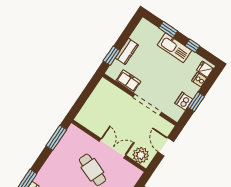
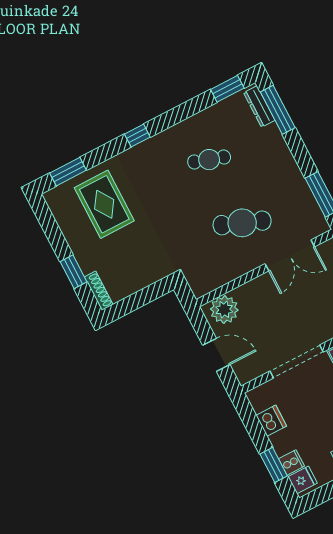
window: (196, 102) -> (274, 465), moved
double door: (113, 148) -> (290, 255), moved

